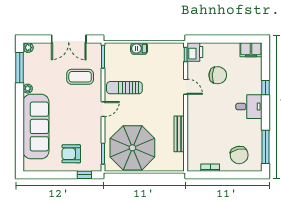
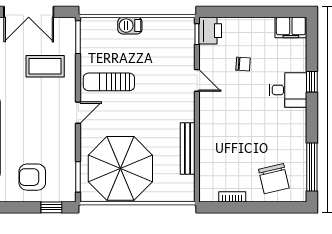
chair: (218, 75) -> (243, 64), width x0.54, depth x0.54
desk: (249, 107) -> (288, 90), moved

